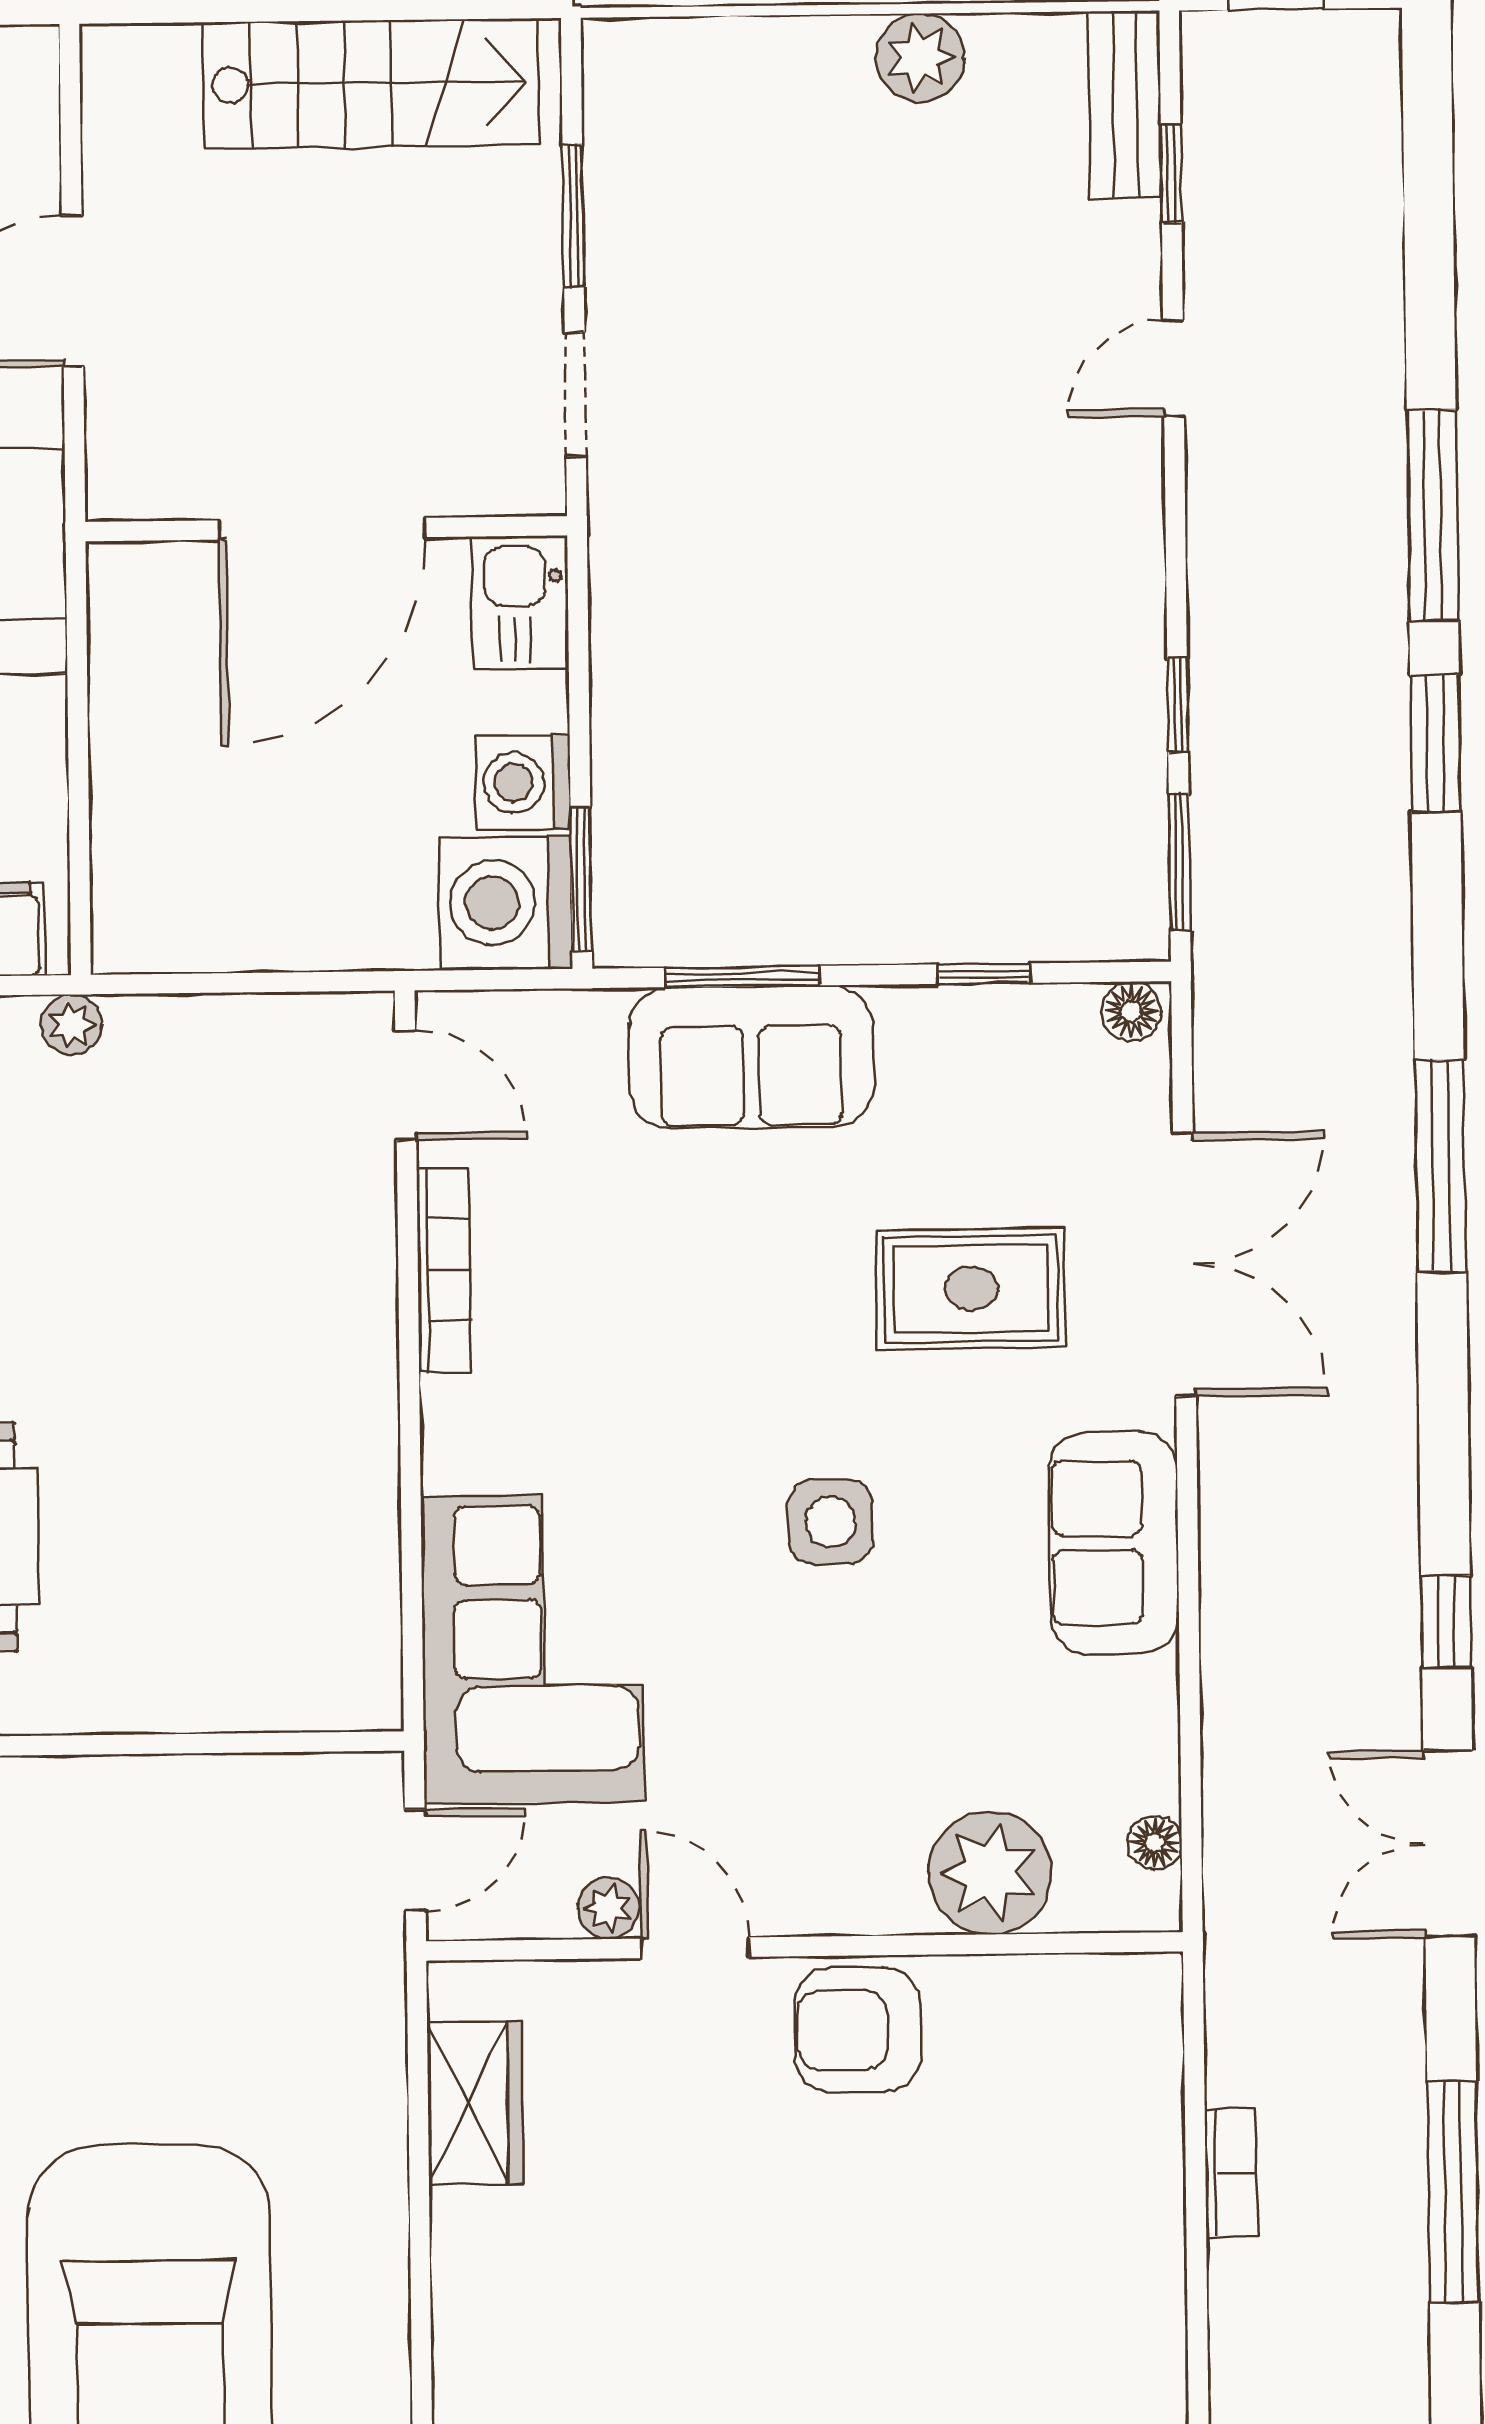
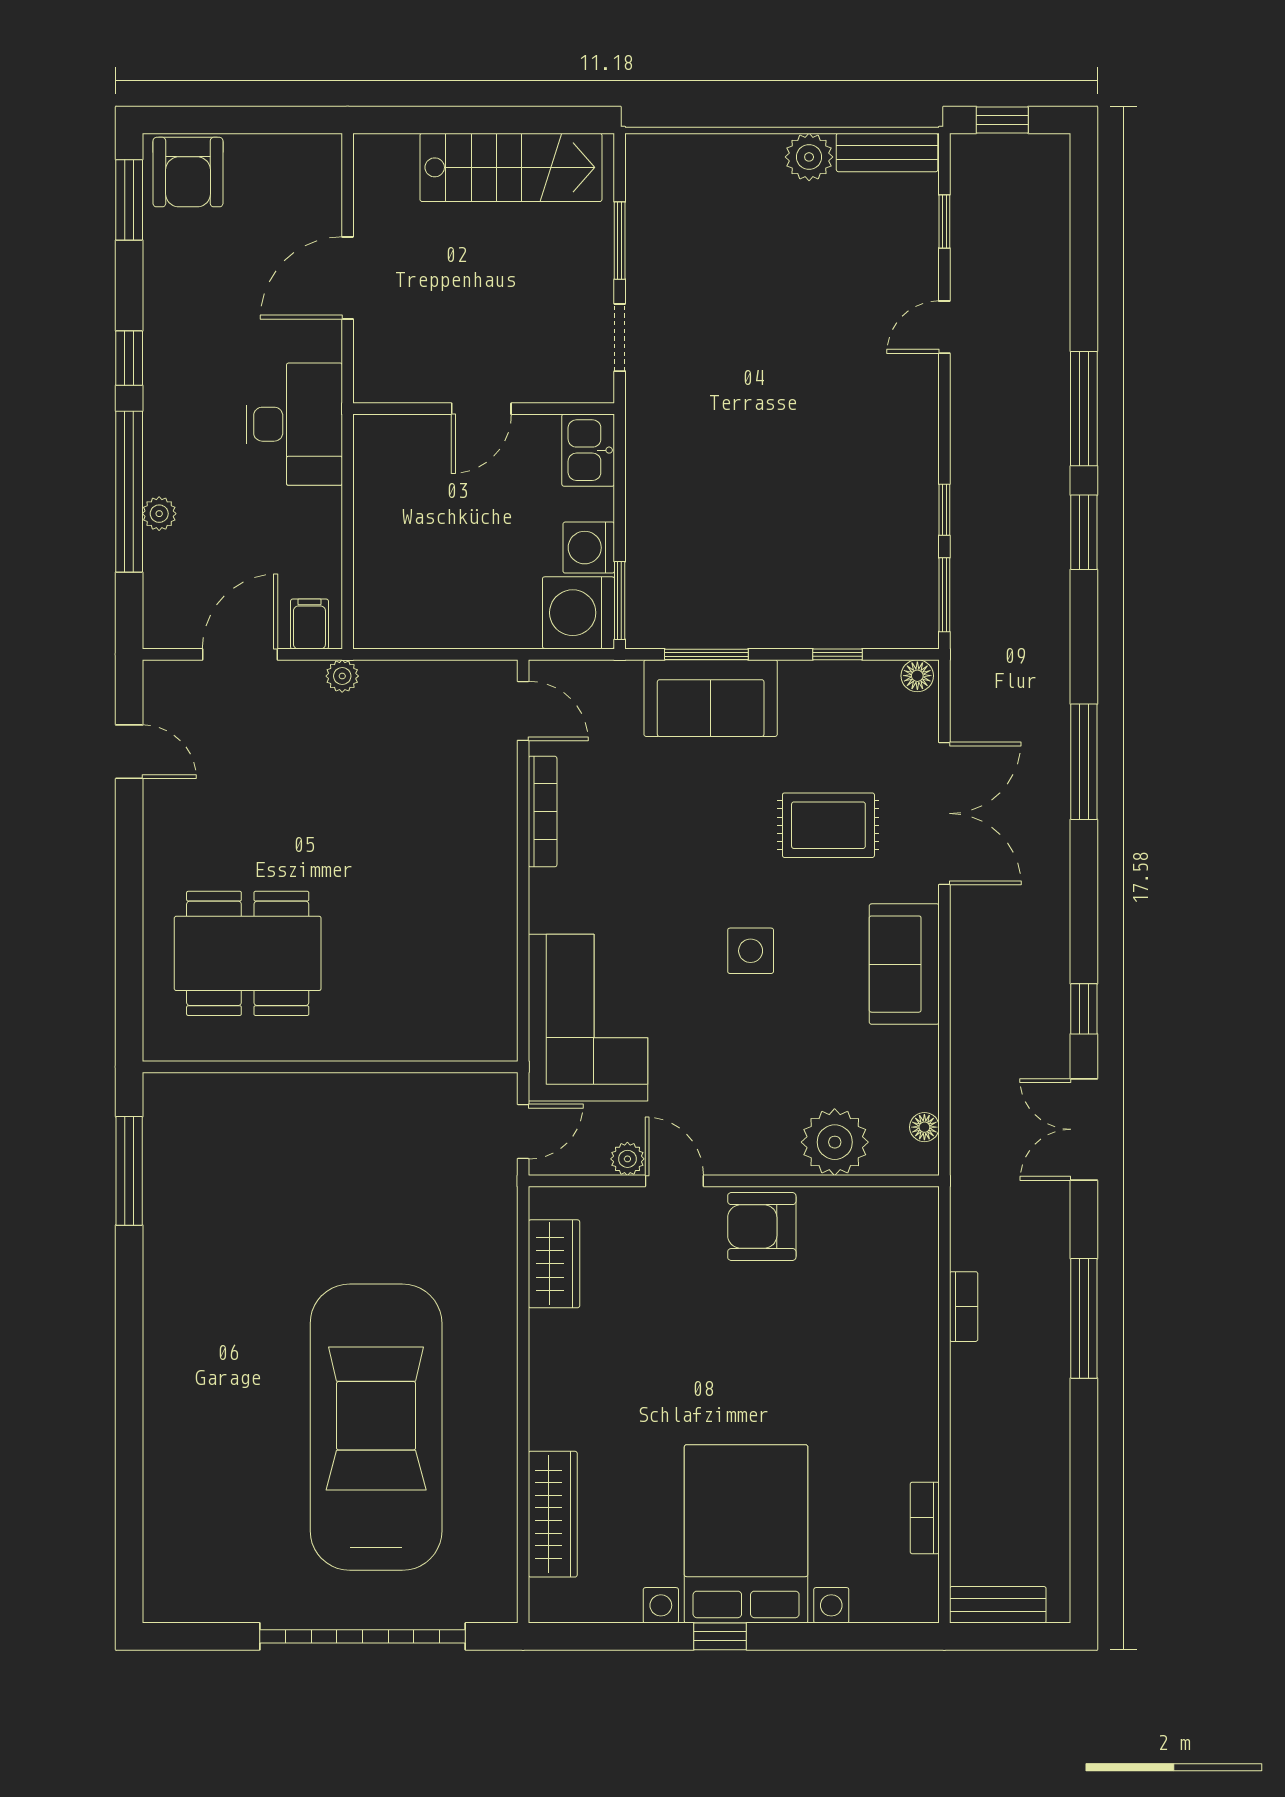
bench: (1125, 104) -> (887, 152), moved, turned 90
door: (322, 529) -> (481, 409), width x0.53

